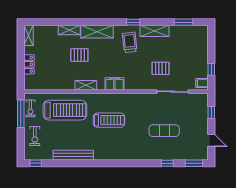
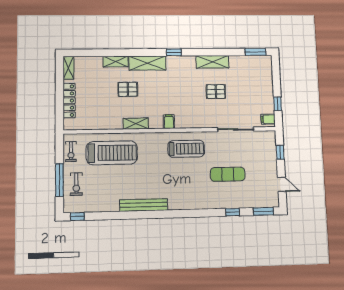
window: (133, 22) -> (174, 52), moved
window: (183, 22) -> (255, 52), moved
trolley: (130, 42) -> (185, 75), removed
locker: (29, 64) -> (69, 101), width x1.53
pallet: (161, 68) -> (216, 92), moved
filing cabinet: (114, 84) -> (169, 122), width x0.50
window: (21, 114) -> (59, 180), moved
treadmill: (109, 120) -> (186, 149), moved
bench: (73, 155) -> (144, 205), moved

